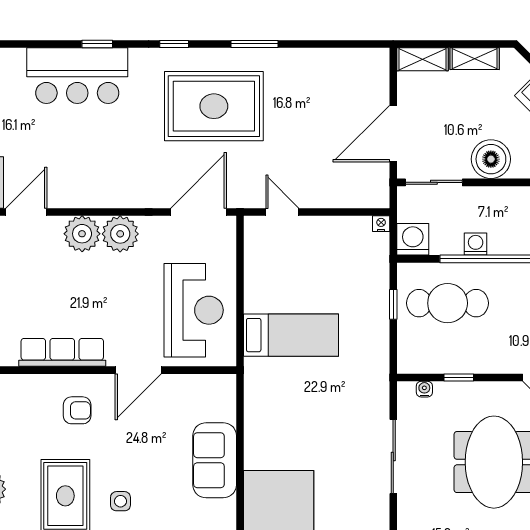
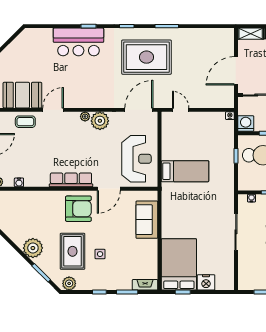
plant: (82, 234) -> (85, 116), width x0.53, depth x0.53
armchair: (77, 410) -> (78, 209), width x1.88, depth x1.88
sofa: (215, 460) -> (147, 220), moved

